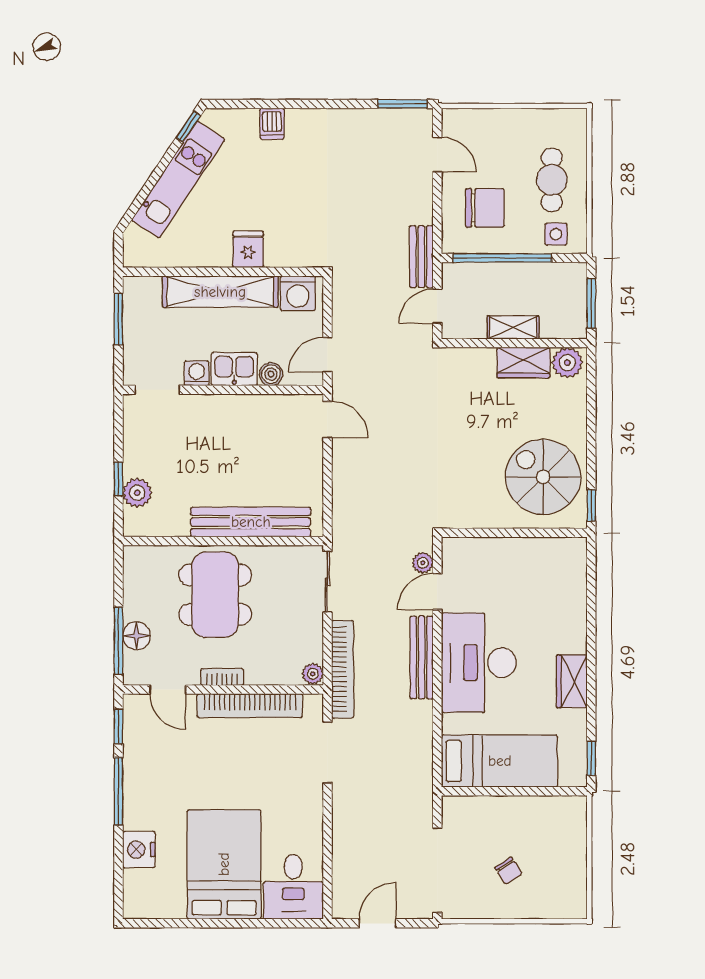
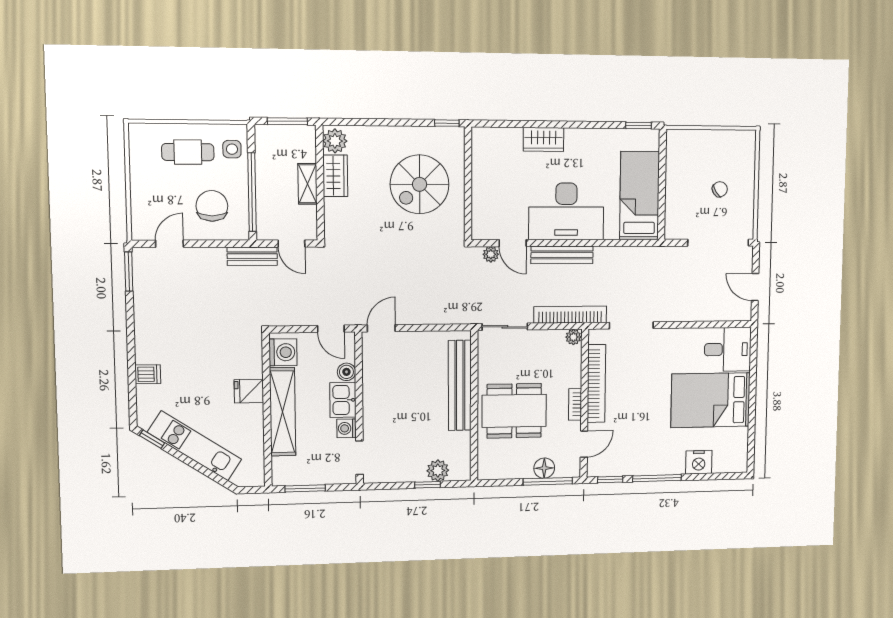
spiral stairs: (543, 477) -> (420, 184), moved
wardrobe: (572, 681) -> (543, 139), moved

